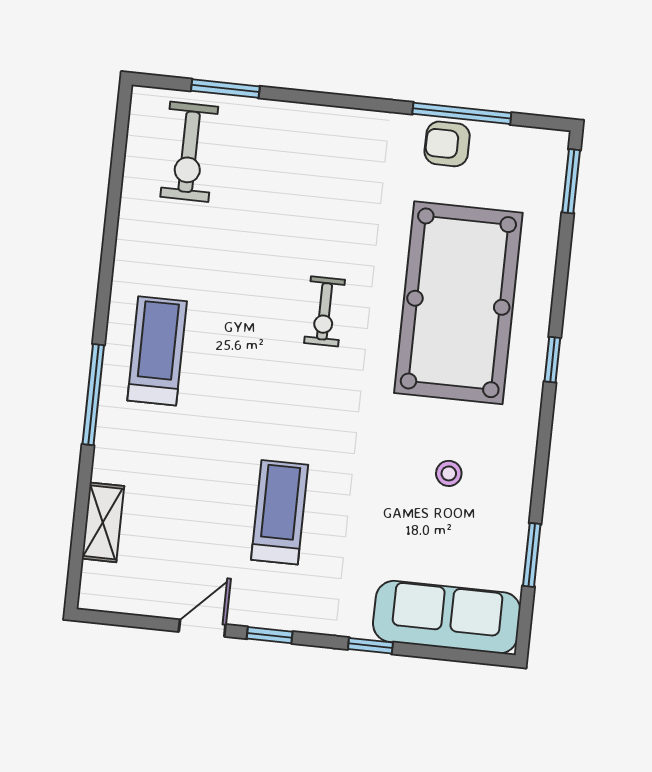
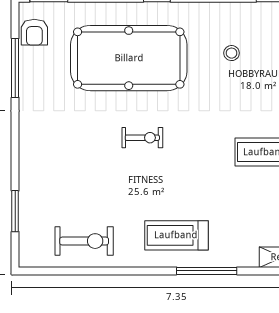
armchair: (447, 144) -> (34, 32), moved
exercise bike: (189, 152) -> (84, 241), moved

